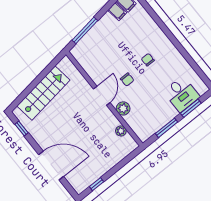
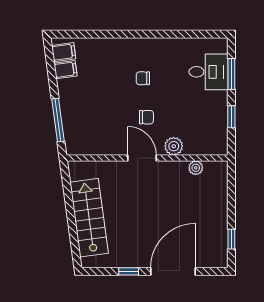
window: (166, 128) -> (231, 117), width x0.67
window: (21, 129) -> (129, 271), moved

